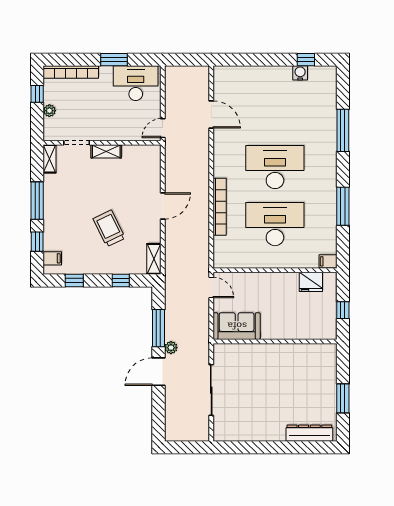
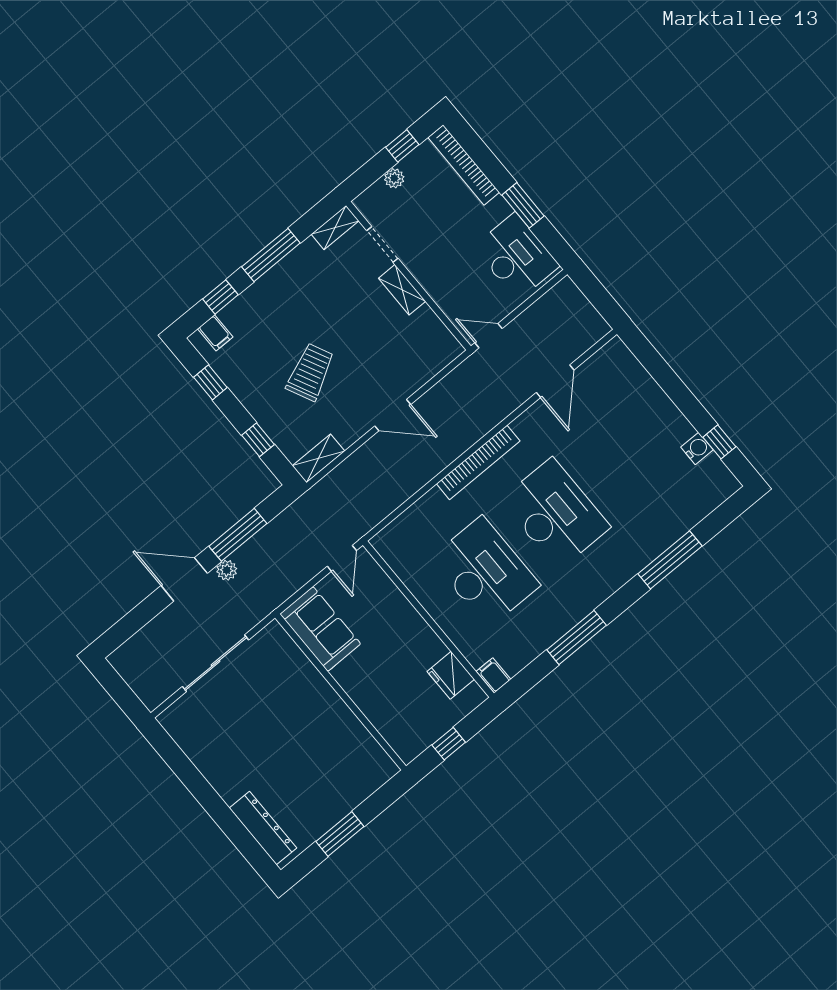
bookcase: (220, 207) -> (478, 462), moved

